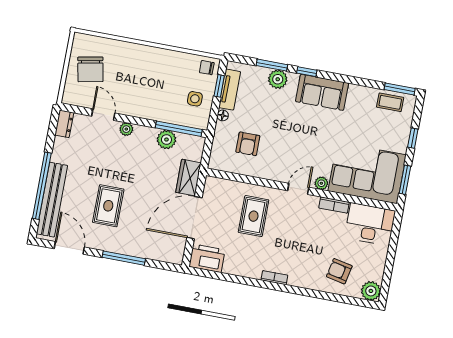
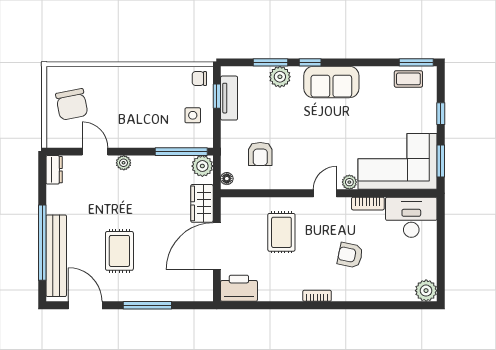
floor lamp: (223, 115) -> (227, 179), moved
plant: (166, 140) -> (202, 166), moved
armchair: (339, 271) -> (350, 255), moved

